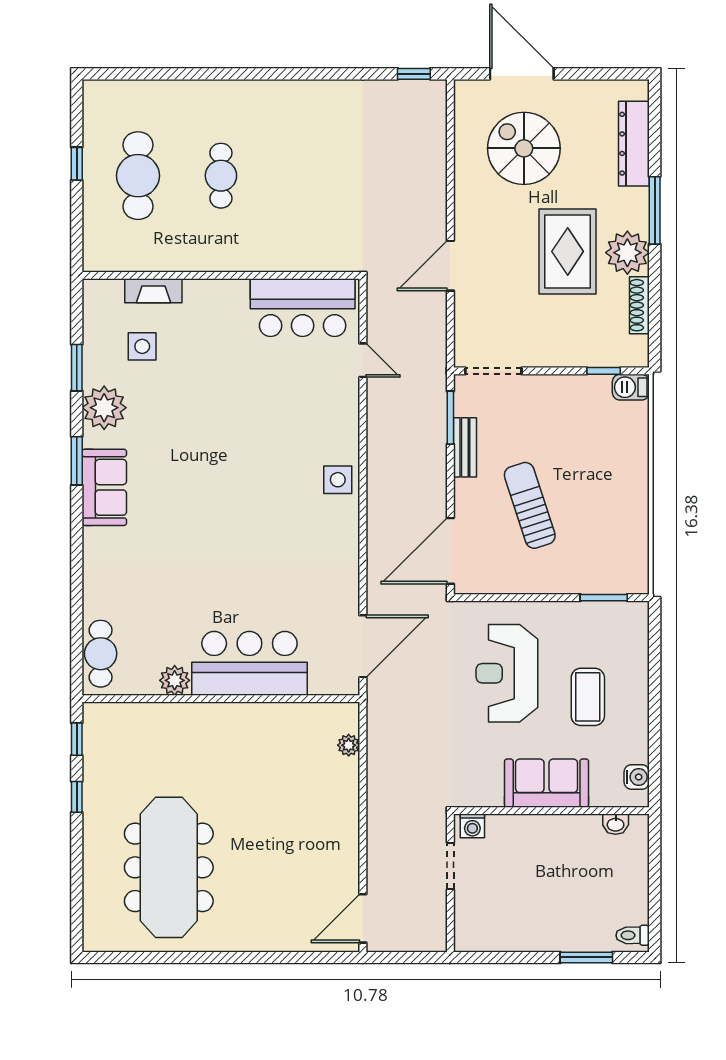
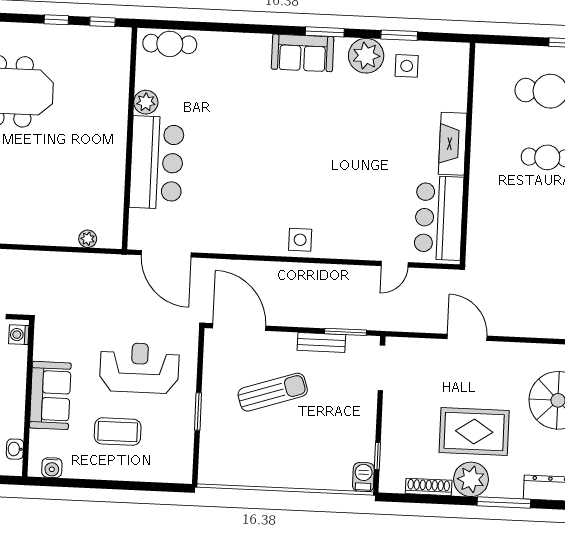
fireplace: (153, 291) -> (453, 144), moved, width x1.37, depth x1.32
side table: (142, 346) -> (407, 66), moved
window: (604, 598) -> (198, 412), moved

